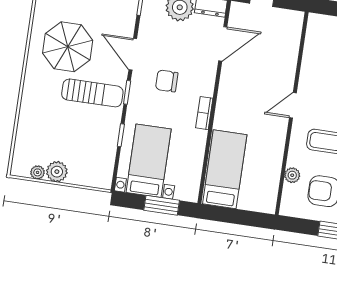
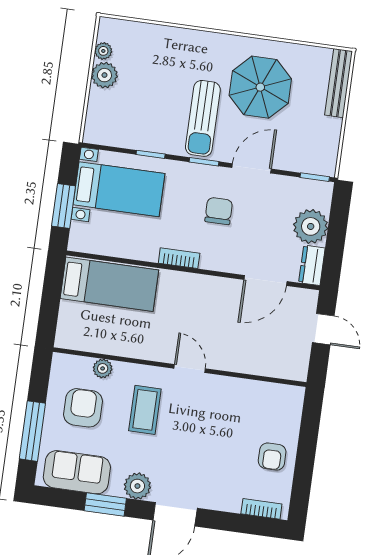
door: (223, 44) -> (265, 280), hinge flipped

